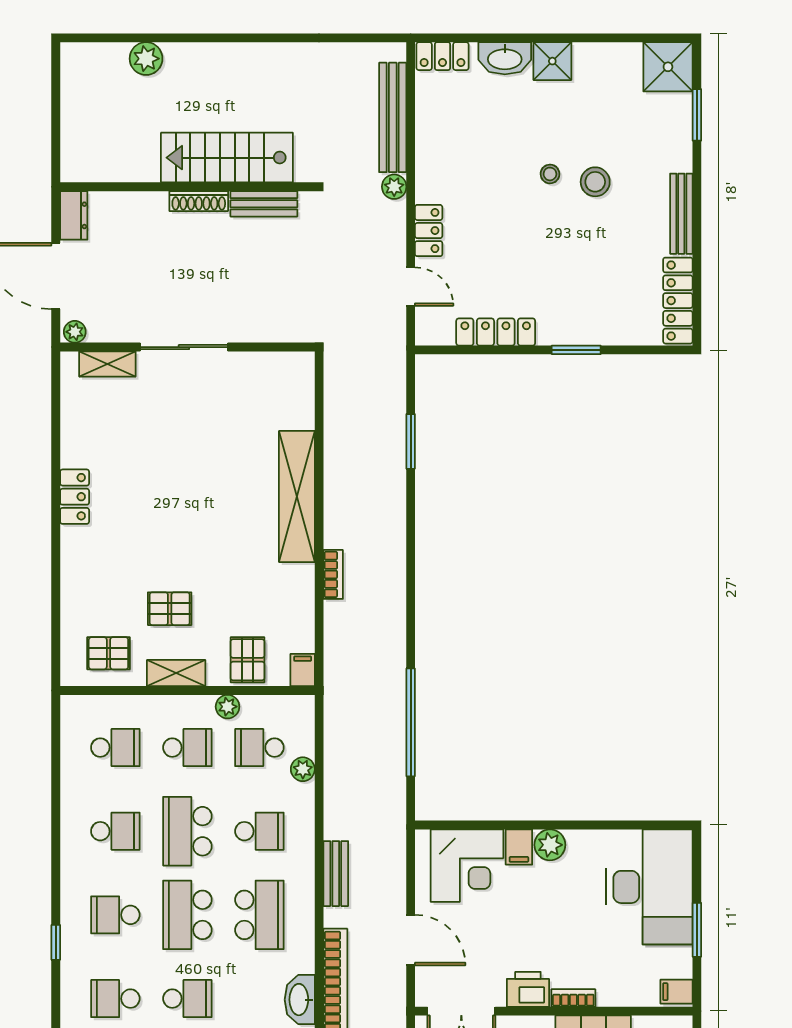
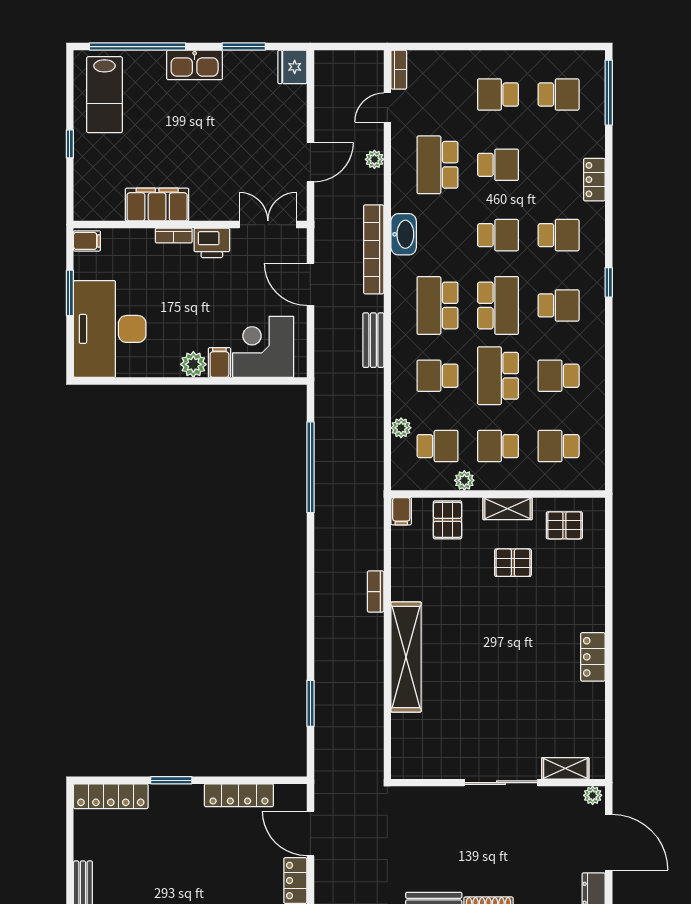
door: (411, 287) -> (310, 833), width x1.38
locker: (678, 301) -> (111, 796), moved, turned 90
school desk: (187, 831) -> (498, 376), turned 180
school desk: (187, 999) -> (498, 235), turned 180

